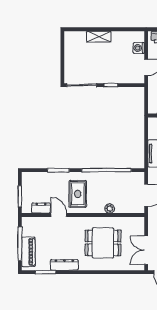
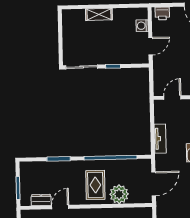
rug: (78, 194) -> (95, 185), moved
plant: (110, 208) -> (119, 194), width x1.87, depth x1.87
door: (59, 215) -> (60, 207), hinge flipped

